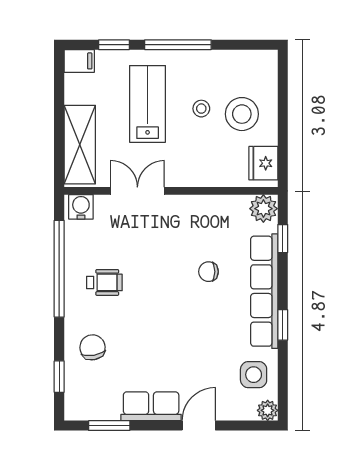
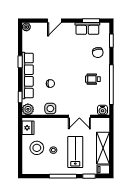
lab bench: (148, 104) -> (75, 152), turned 180
shelving: (80, 145) -> (103, 148), moved
side table: (254, 375) -> (50, 109), moved
row of seats: (151, 406) -> (87, 29), moved

